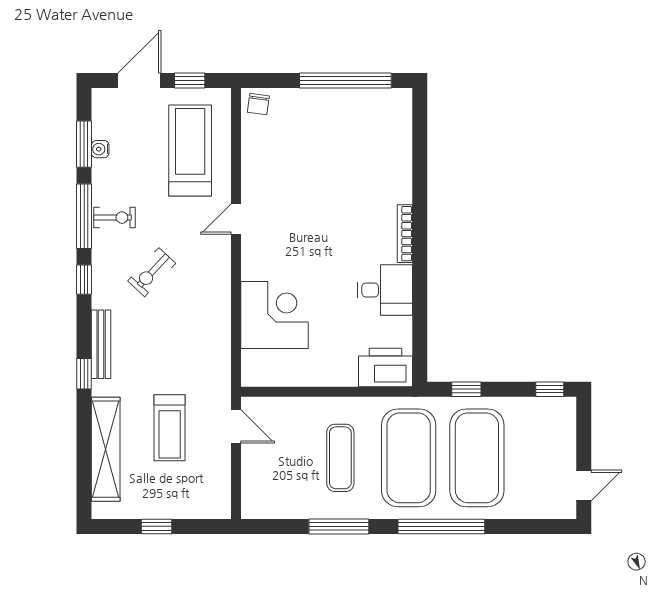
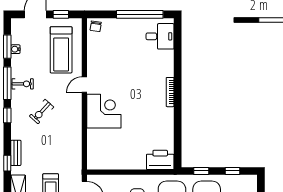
treadmill: (190, 151) -> (61, 50), turned 180
desk: (385, 290) -> (160, 36), moved
corner desk: (274, 315) -> (104, 111), moved
bench: (101, 344) -> (16, 153), width x0.73
window: (550, 389) -> (232, 171), moved

